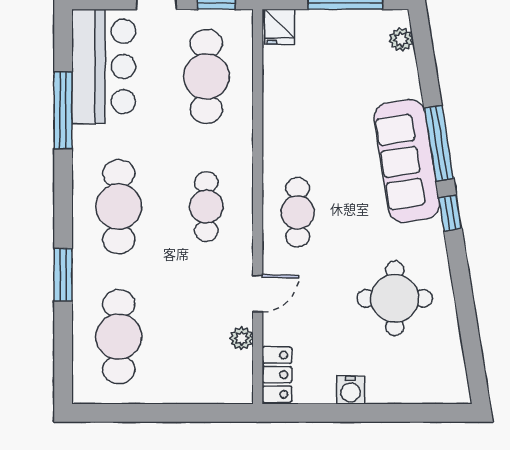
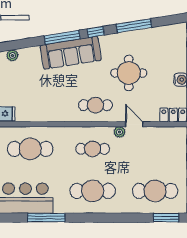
window: (63, 275) -> (166, 218), moved
window: (463, 293) -> (134, 26), added
round table: (395, 298) -> (129, 73), moved
plant: (241, 338) -> (119, 132), moved

